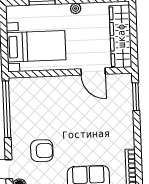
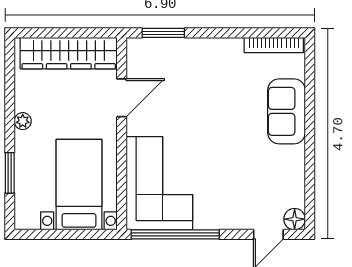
corner sofa: (39, 98) -> (159, 183), added
armchair: (42, 151) -> (241, 182), removed

